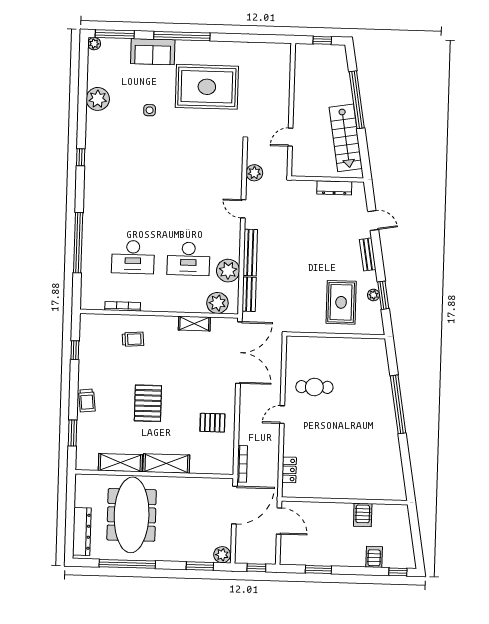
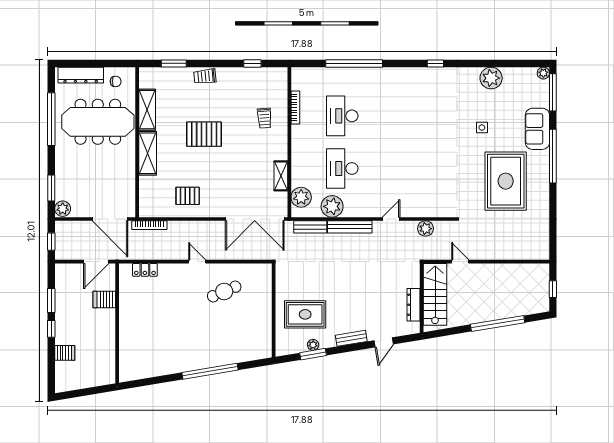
stairs: (346, 138) -> (435, 294), moved, turned 99
cafe table: (314, 387) -> (224, 291), turned 67
pallet: (212, 423) -> (188, 196), turned 90
chair: (90, 495) -> (116, 81), added
server rack: (363, 515) -> (104, 299), moved
window: (398, 572) -> (51, 329), moved

